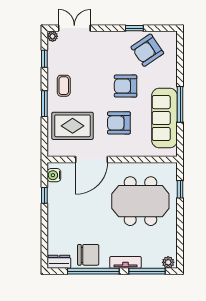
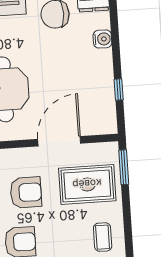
window: (44, 104) -> (124, 167), moved
water cooler: (54, 175) -> (102, 39), moved

